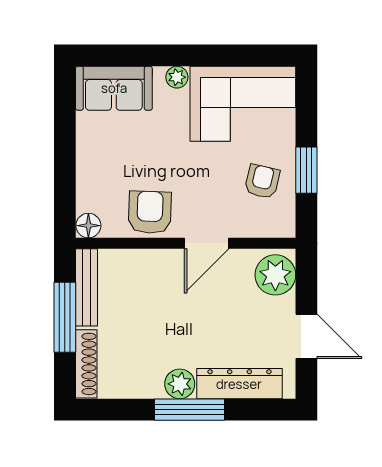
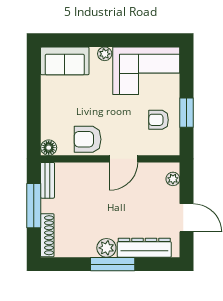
armchair: (262, 181) -> (159, 120), turned -103
armchair: (150, 212) -> (88, 139), turned -92
plant: (275, 275) -> (173, 179), width x0.53, depth x0.53
bench: (86, 287) -> (47, 180), width x0.73

